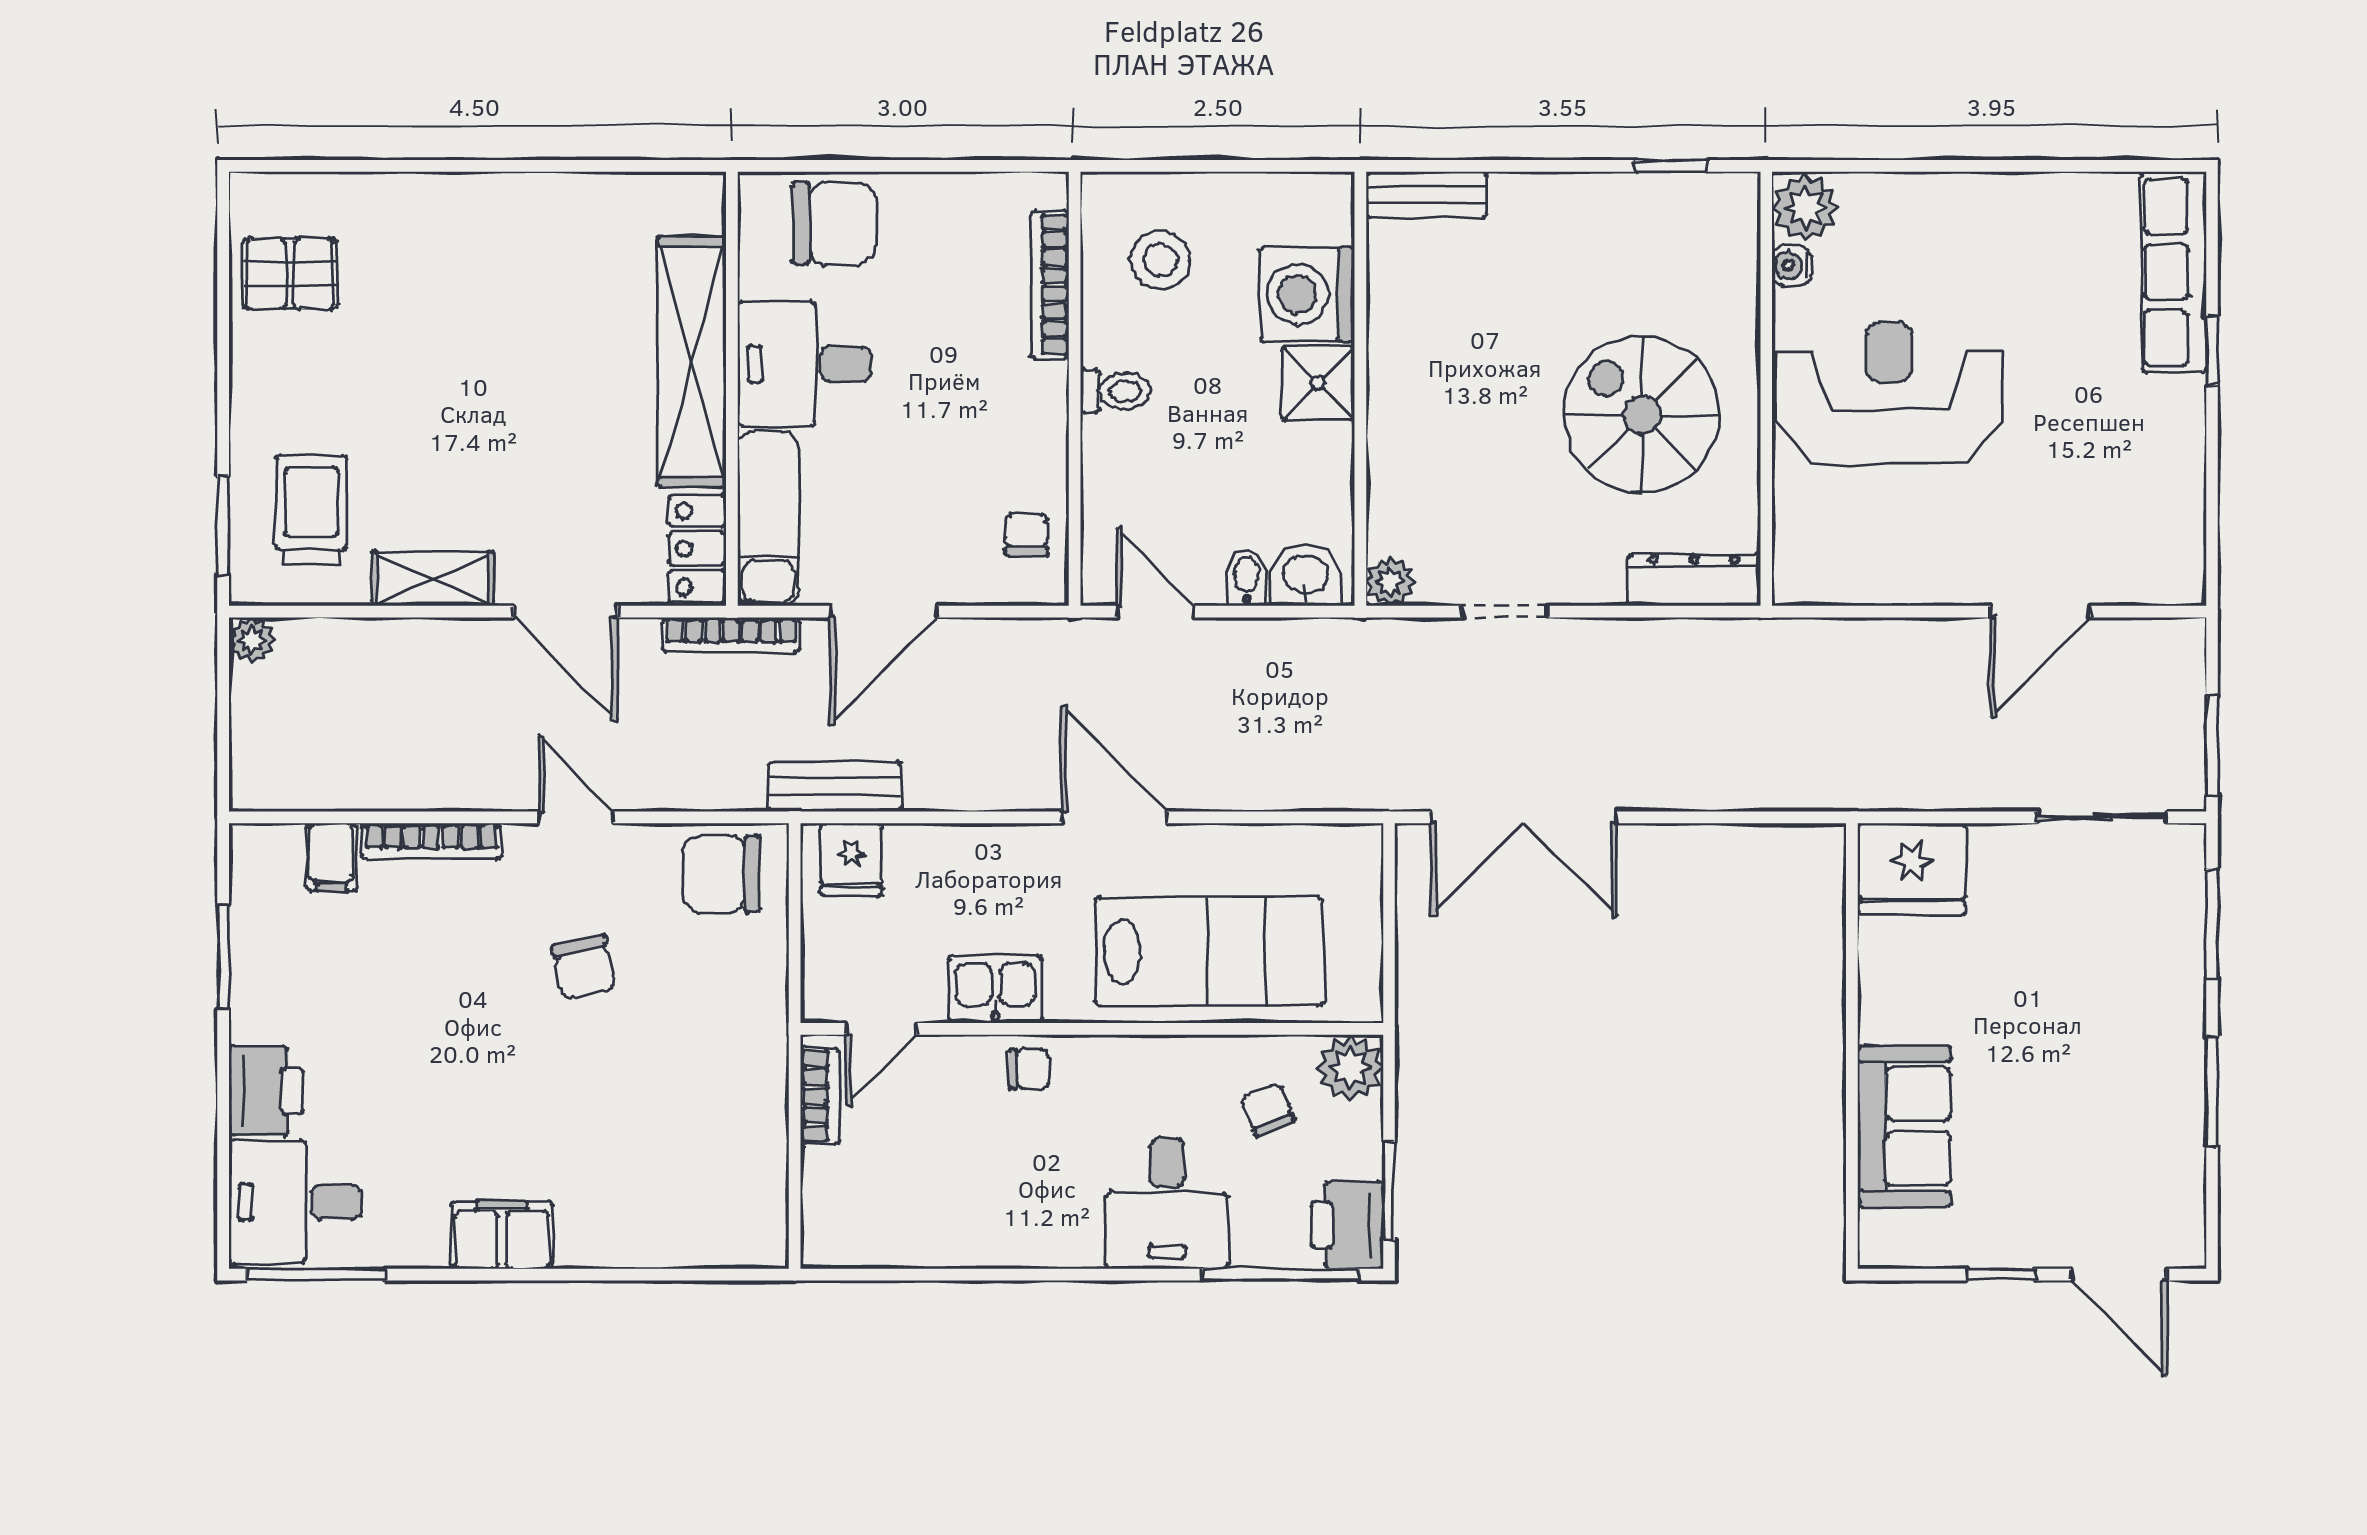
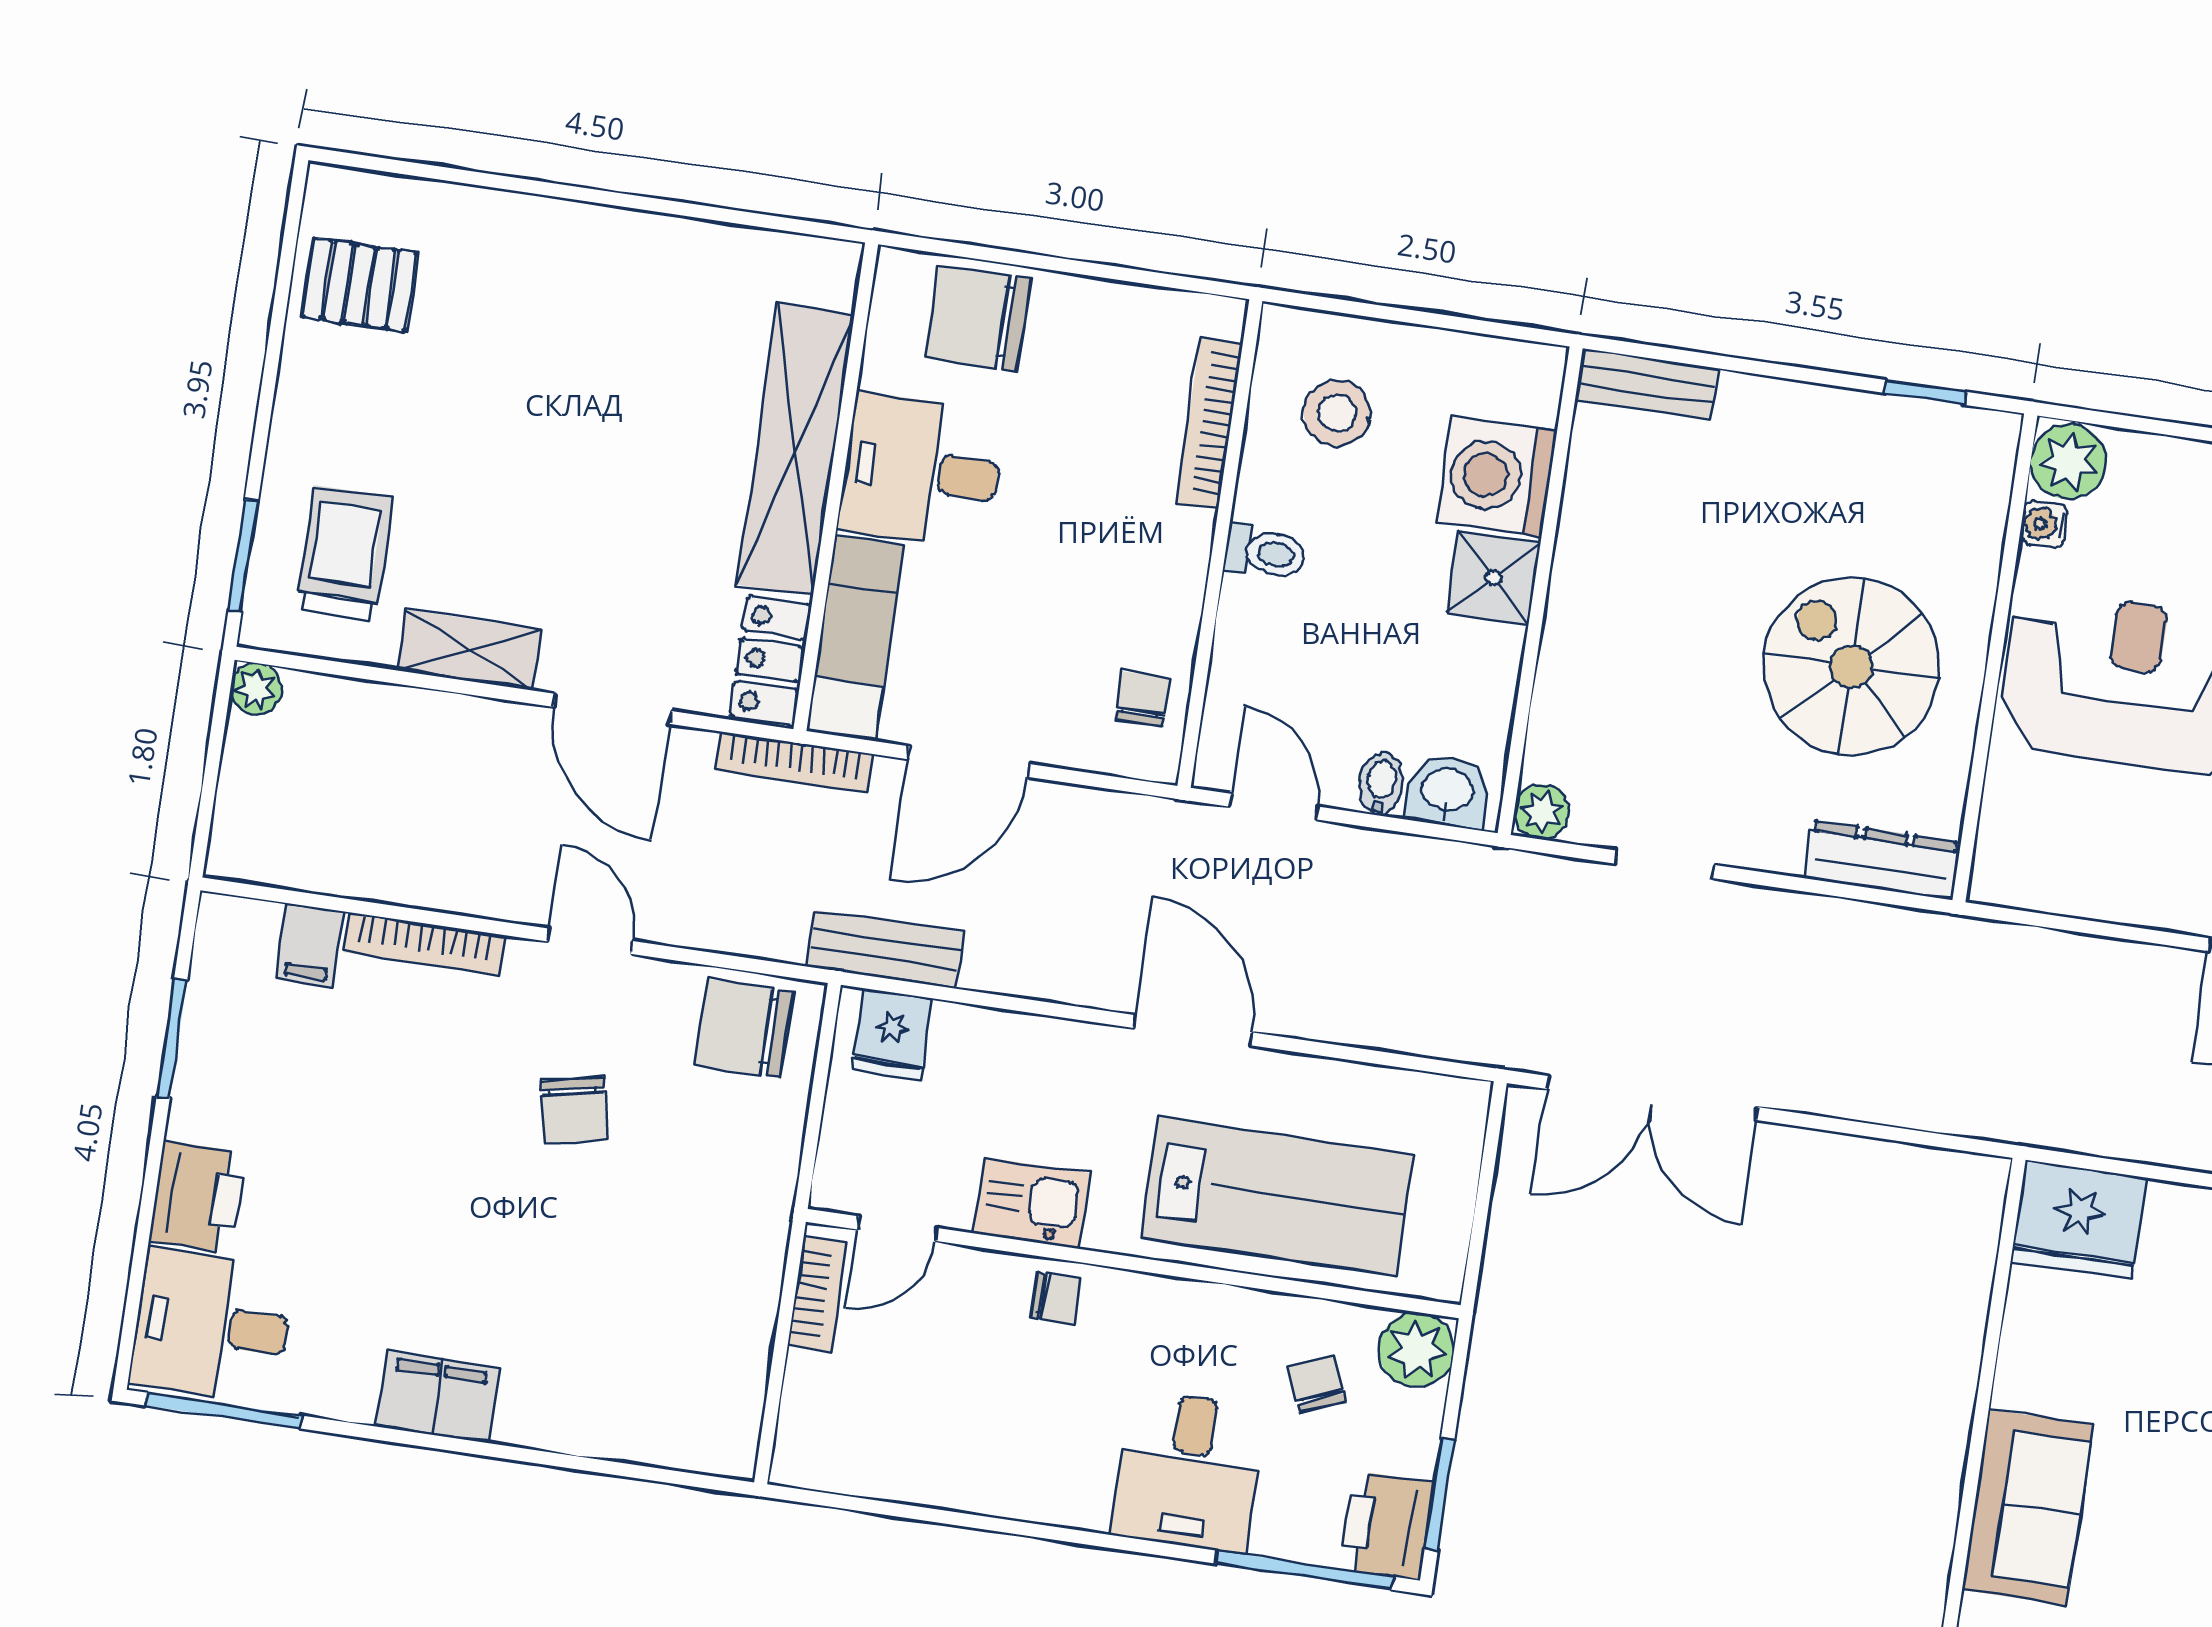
chair: (834, 223) -> (977, 318), turned 180

